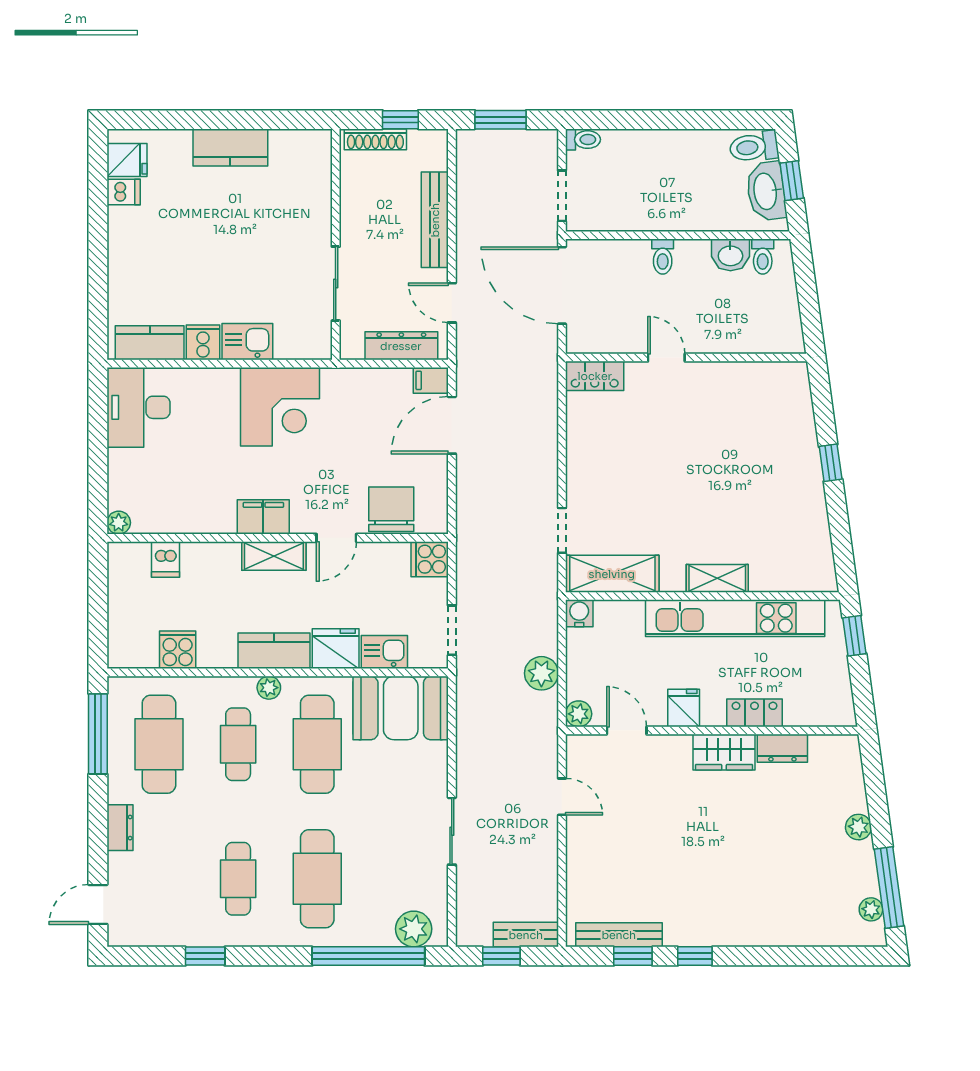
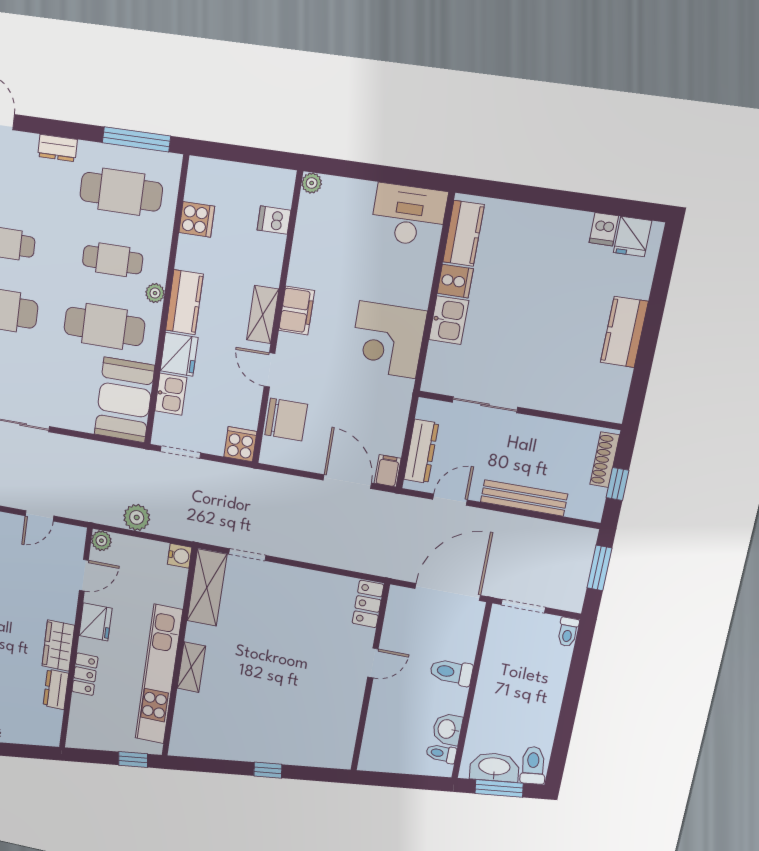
window: (792, 181) -> (499, 788), width x1.50
toilet: (663, 257) -> (451, 672), width x1.37, depth x1.39
fridge: (684, 708) -> (95, 622), width x1.38

